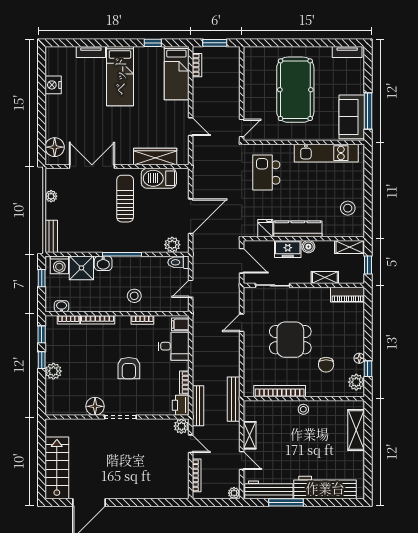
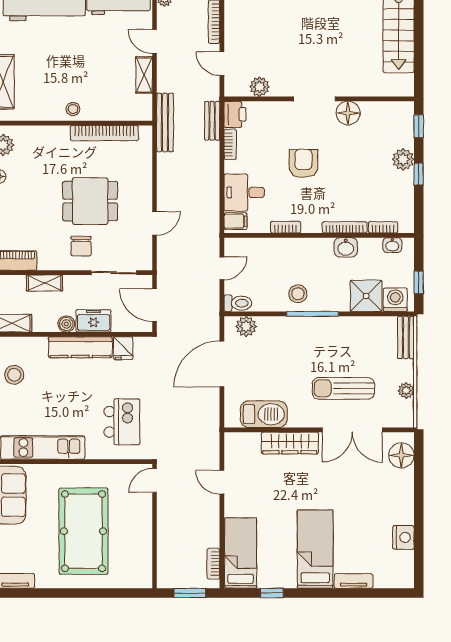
wardrobe: (155, 156) -> (290, 443), moved
sun lounger: (125, 199) -> (343, 388), moved, turned 90
washbasin: (103, 263) -> (346, 247), moved, turned 180
stool: (134, 296) -> (298, 294), moved
window: (42, 334) -> (419, 126), moved
chair: (326, 365) -> (81, 246), moved, turned 180
bench: (198, 406) -> (212, 121), width x0.73
plant: (181, 426) -> (260, 87), moved

